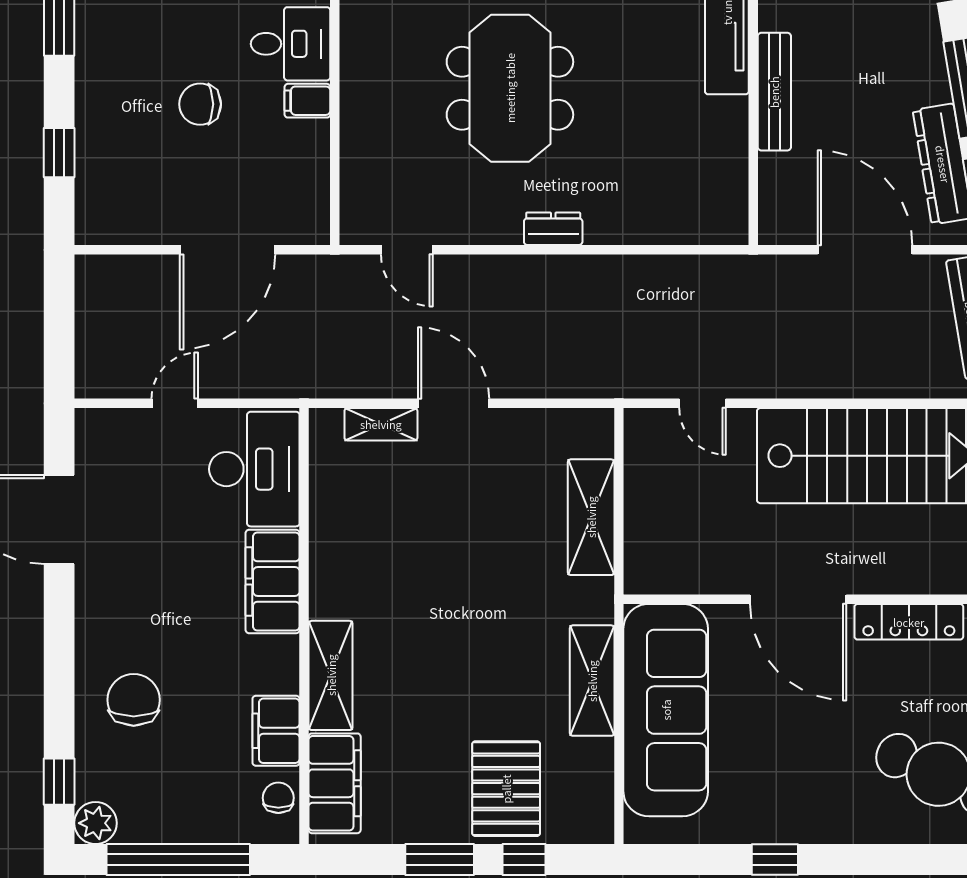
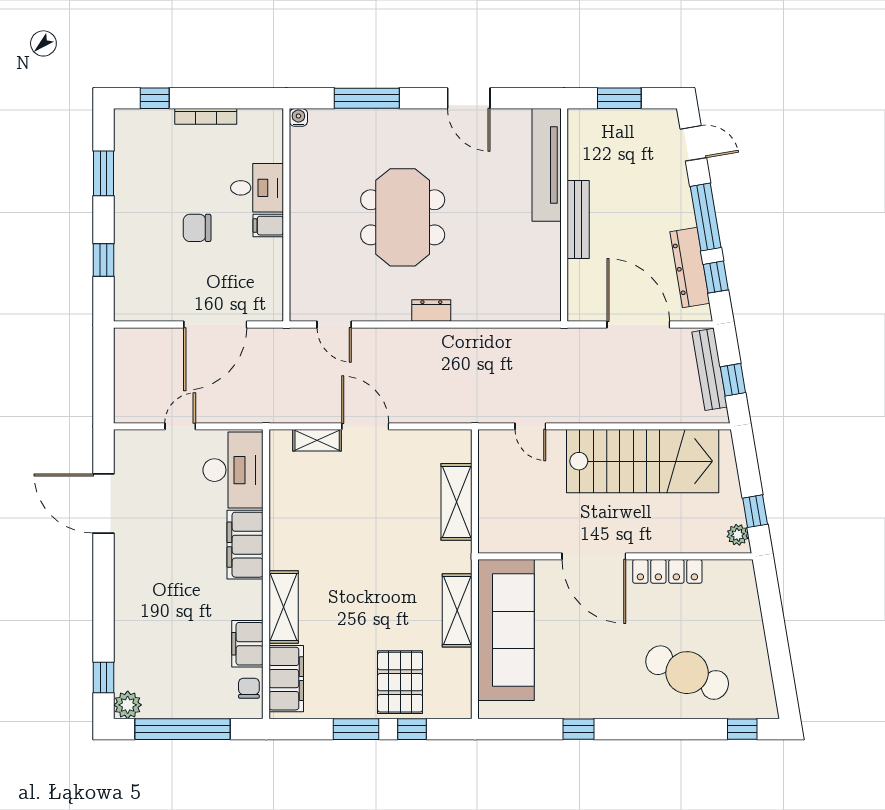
chair: (134, 700) -> (153, 623), removed

